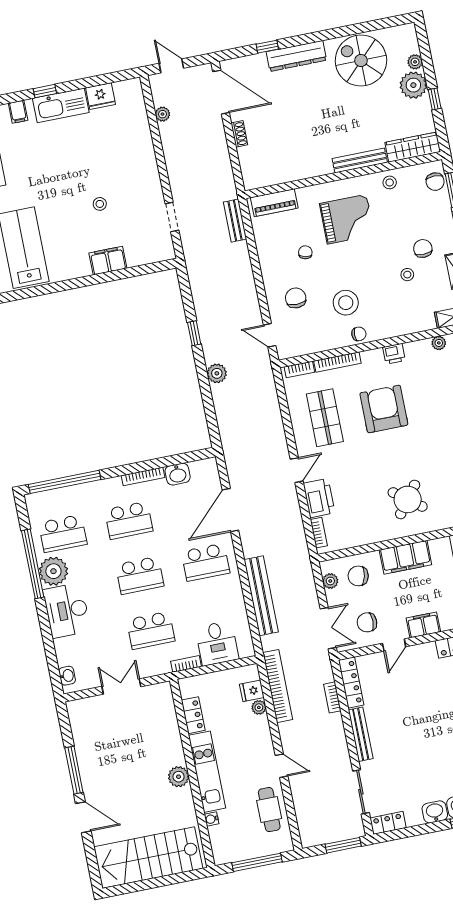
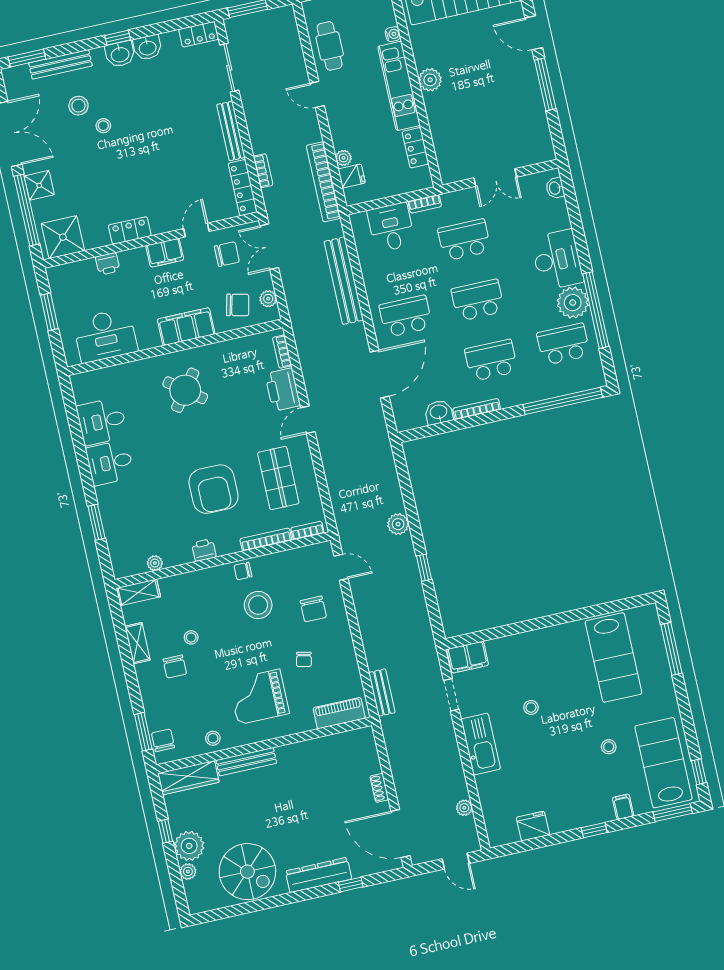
kitchen sink: (61, 105) -> (481, 744), moved, turned 90
stool: (30, 167) -> (609, 747), added
filing cabinet: (108, 261) -> (468, 657), moved

